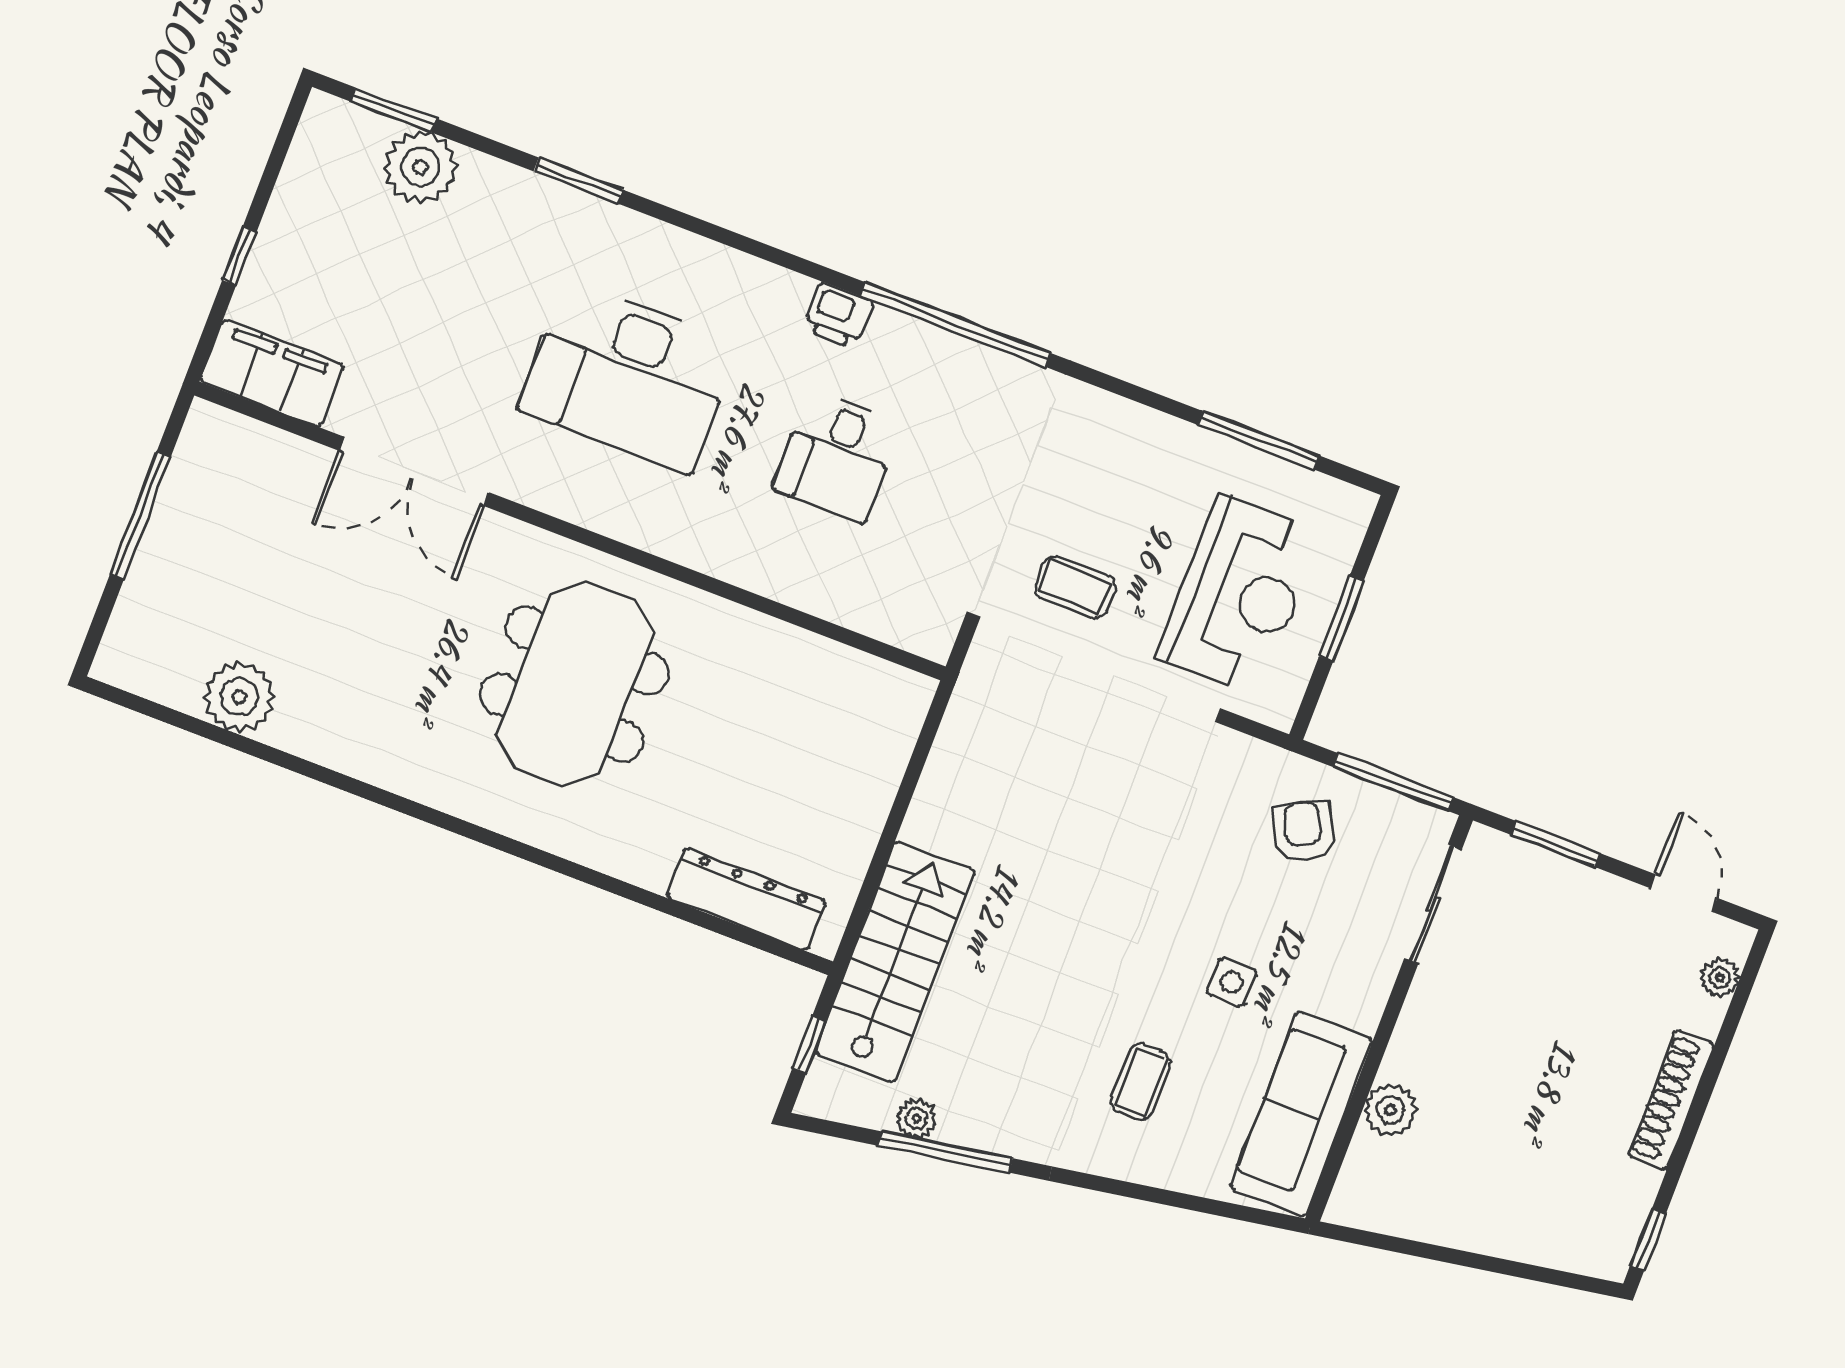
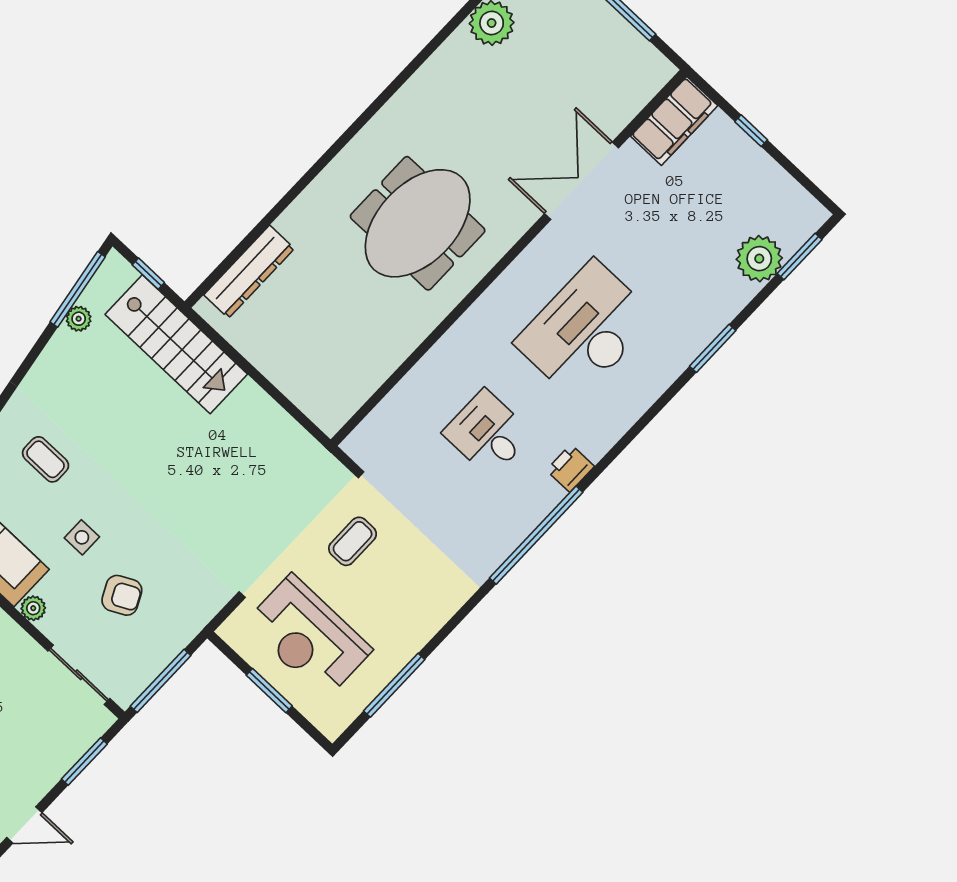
meeting table: (574, 684) -> (418, 223), turned 90
armchair: (1303, 832) -> (122, 595), moved
plant: (1364, 1010) -> (33, 608), added
window: (945, 1152) -> (78, 289), moved

